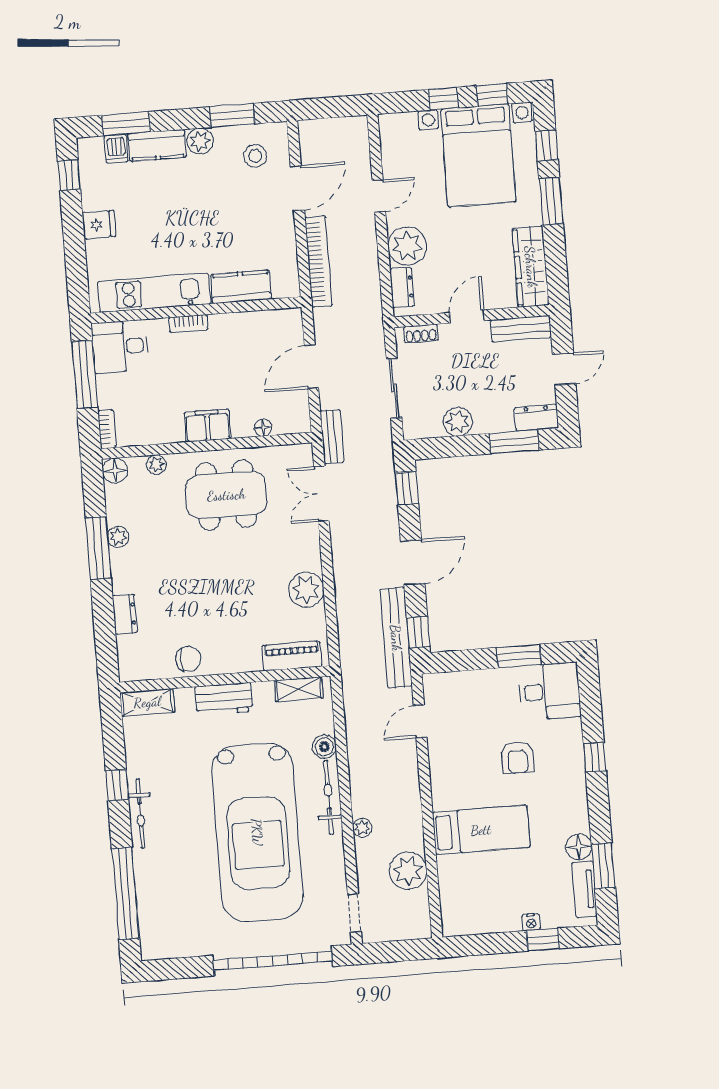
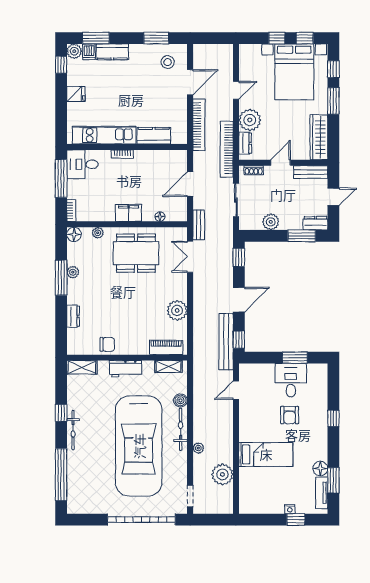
plant: (200, 141) -> (74, 51), moved
bookcase: (371, 300) -> (227, 149), added
desk: (550, 691) -> (291, 380), moved, turned -90

